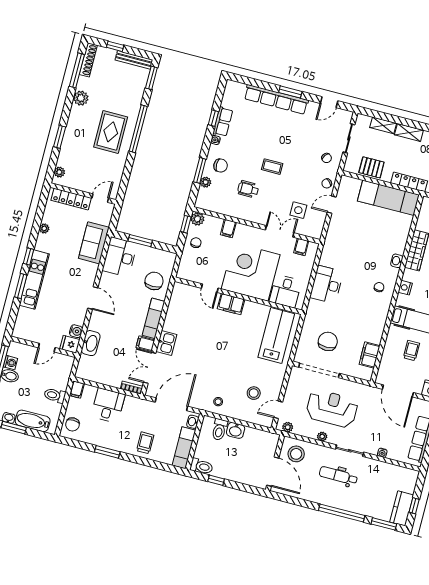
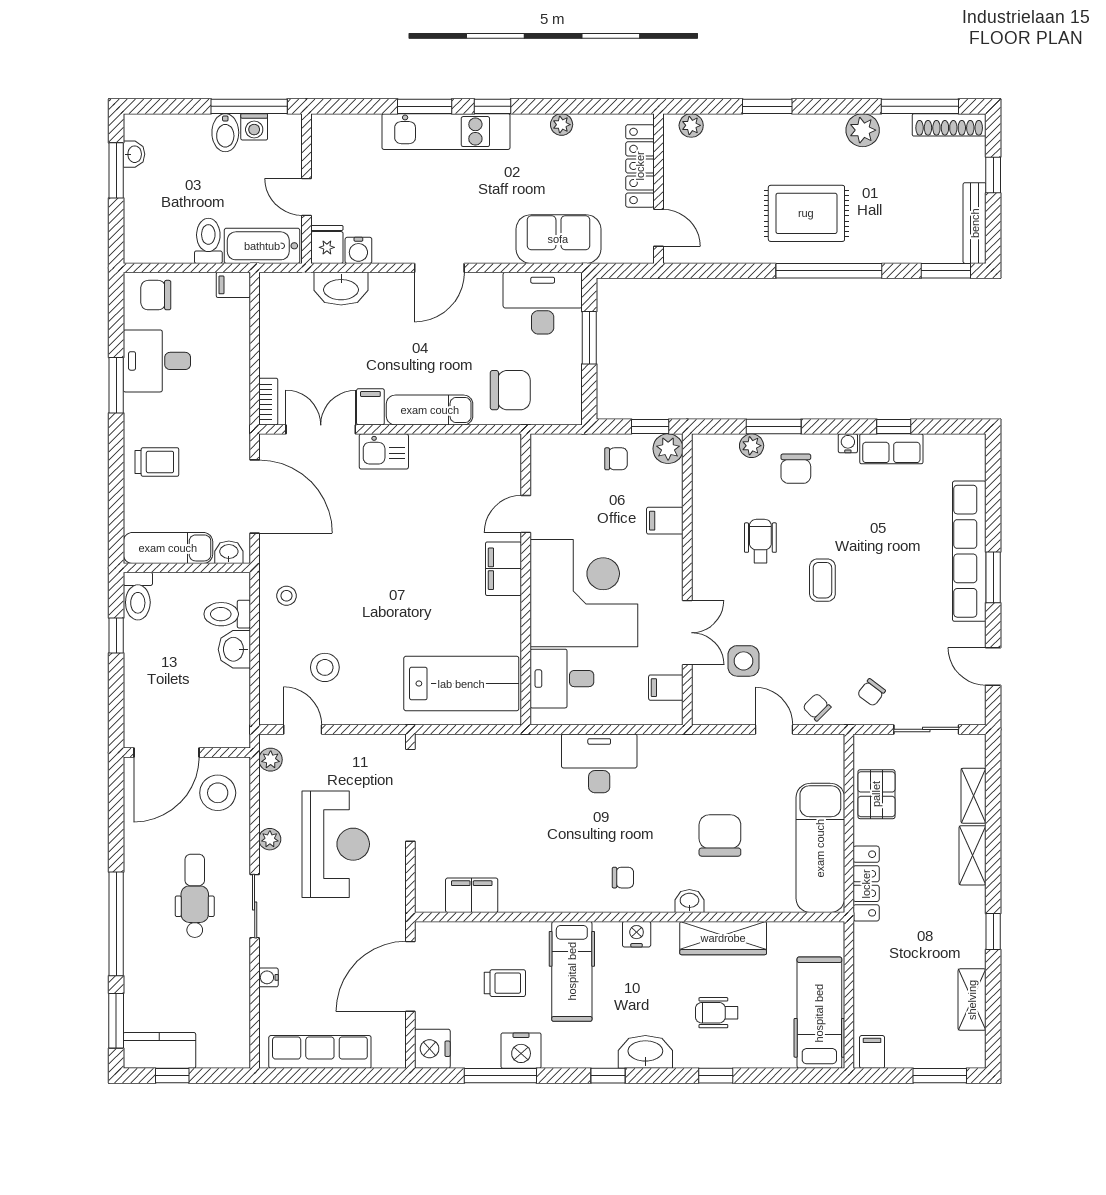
chair: (328, 341) -> (720, 835), moved, turned -90
desk: (108, 405) -> (157, 361), moved, turned 180
bathtub: (33, 421) -> (262, 246), moved, turned -90

